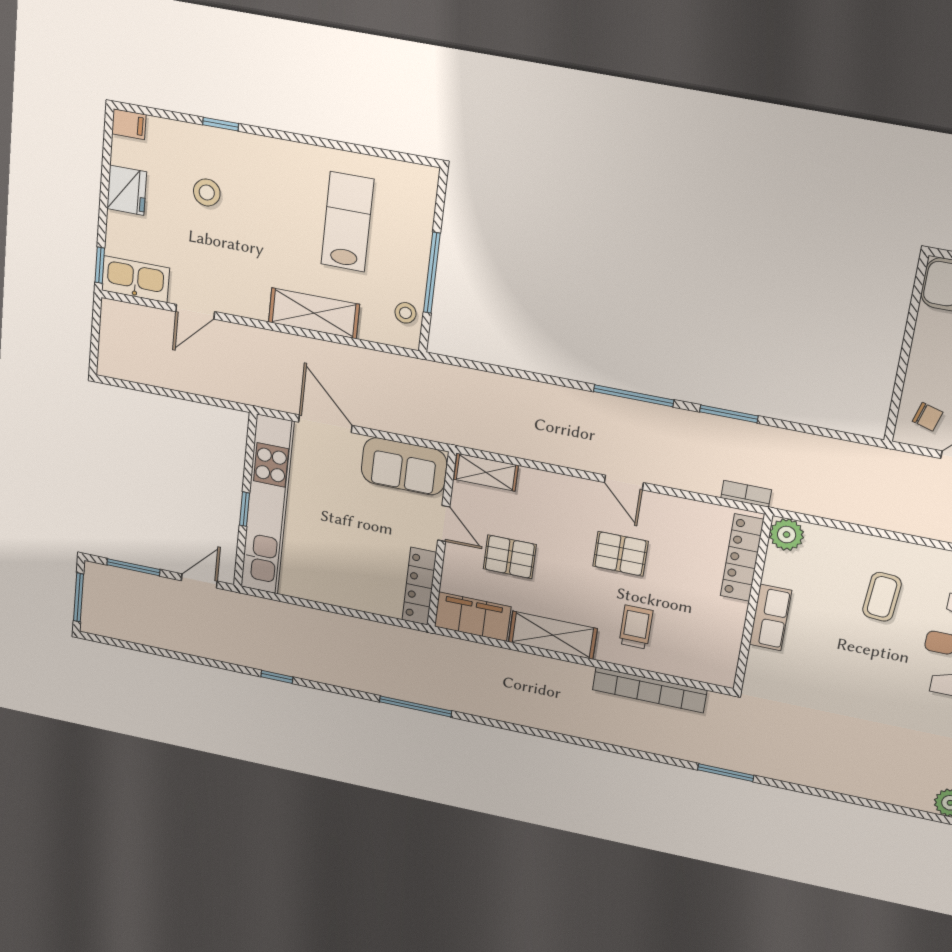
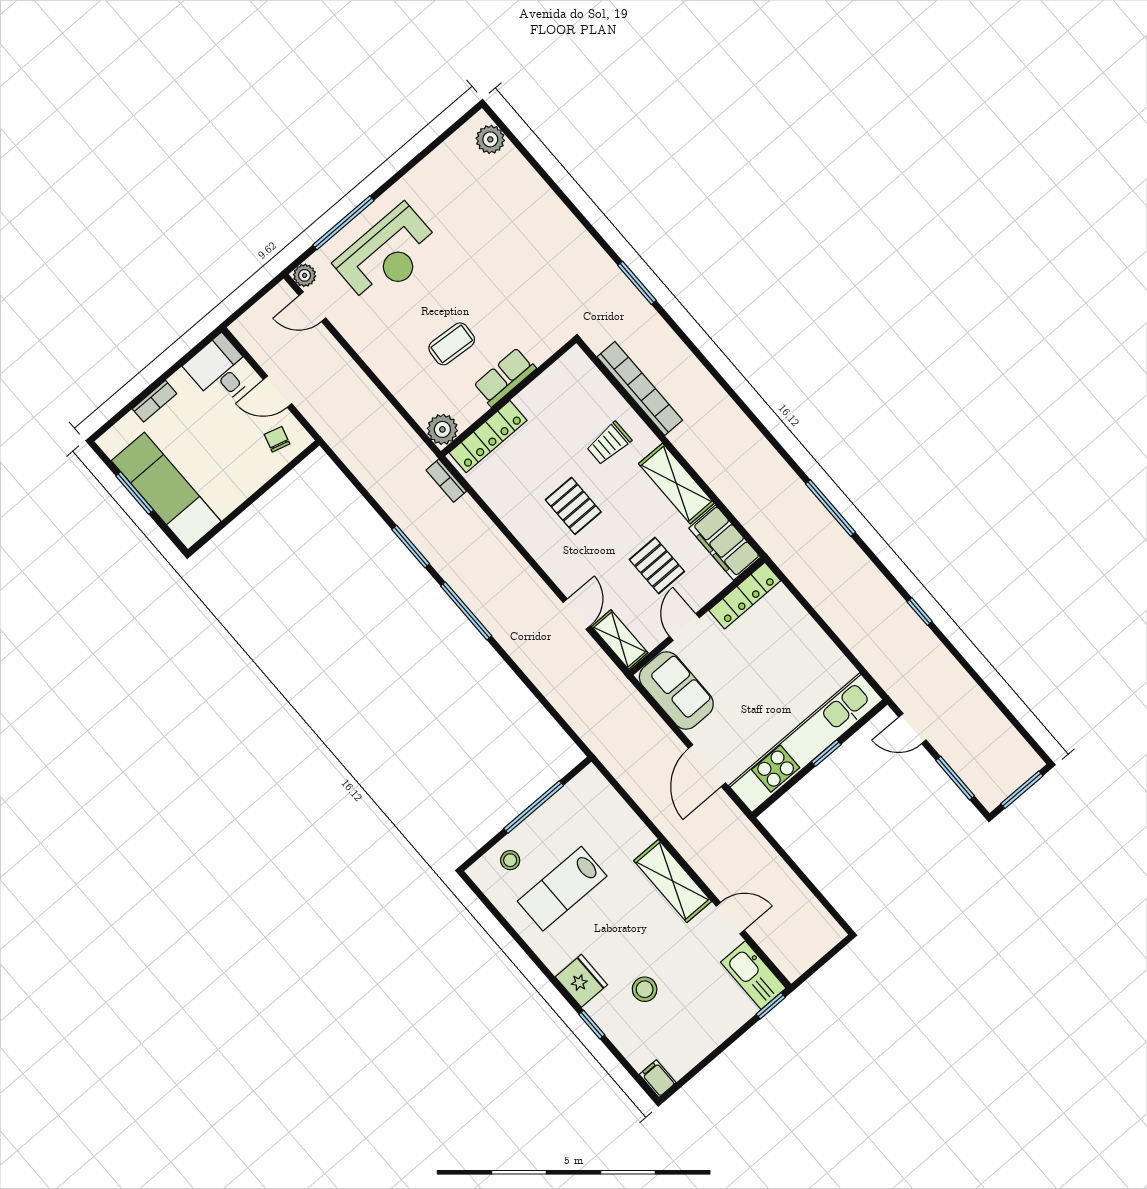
fridge: (127, 190) -> (581, 981), moved, turned 90
shelving: (314, 313) -> (673, 881), moved
stool: (405, 313) -> (510, 860), moved
door: (624, 482) -> (577, 614), moved
coffee table: (882, 597) -> (452, 344), moved

